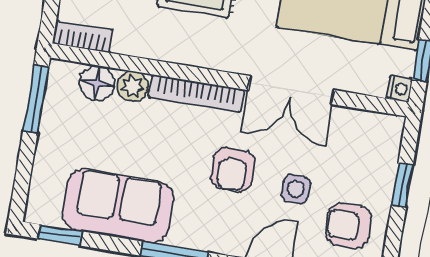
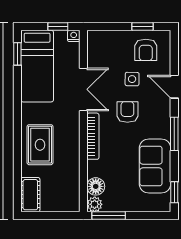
bookcase: (83, 37) -> (74, 197), removed
plant: (133, 86) -> (95, 204), moved
armchair: (233, 169) -> (127, 112), turned -90
window: (402, 185) -> (143, 27), moved

